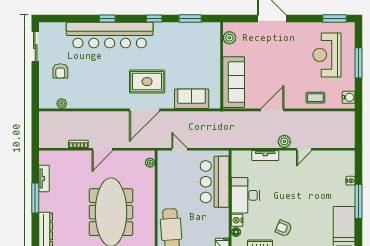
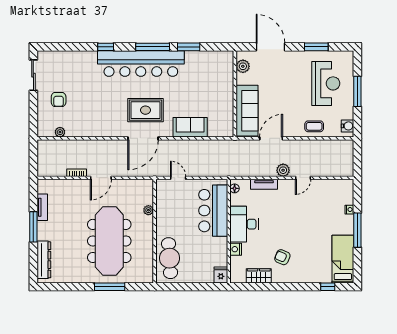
window: (154, 18) -> (153, 47), width x2.17
window: (335, 18) -> (316, 47), moved
bar counter: (110, 35) -> (141, 64), moved
plant: (229, 38) -> (243, 66), moved
reception desk: (327, 55) -> (326, 83), turned 180
wall: (222, 65) -> (235, 94), moved
sofa: (234, 82) -> (247, 111), moved
plant: (150, 163) -> (148, 210), moved
floor lamp: (236, 232) -> (235, 188), moved

